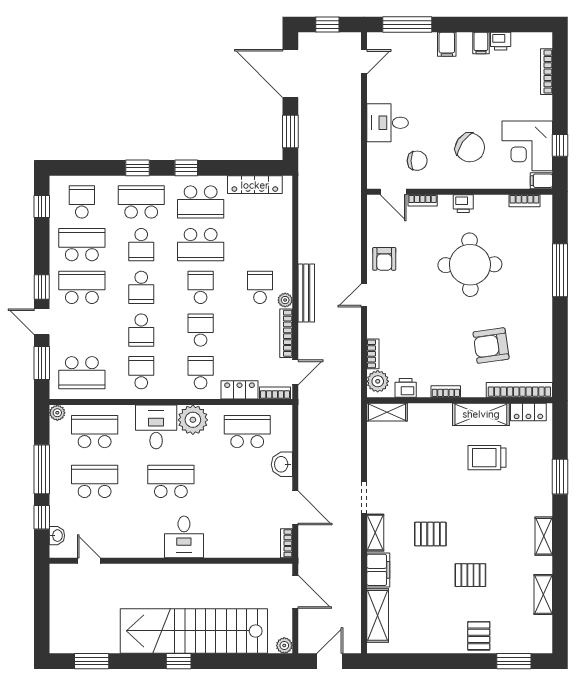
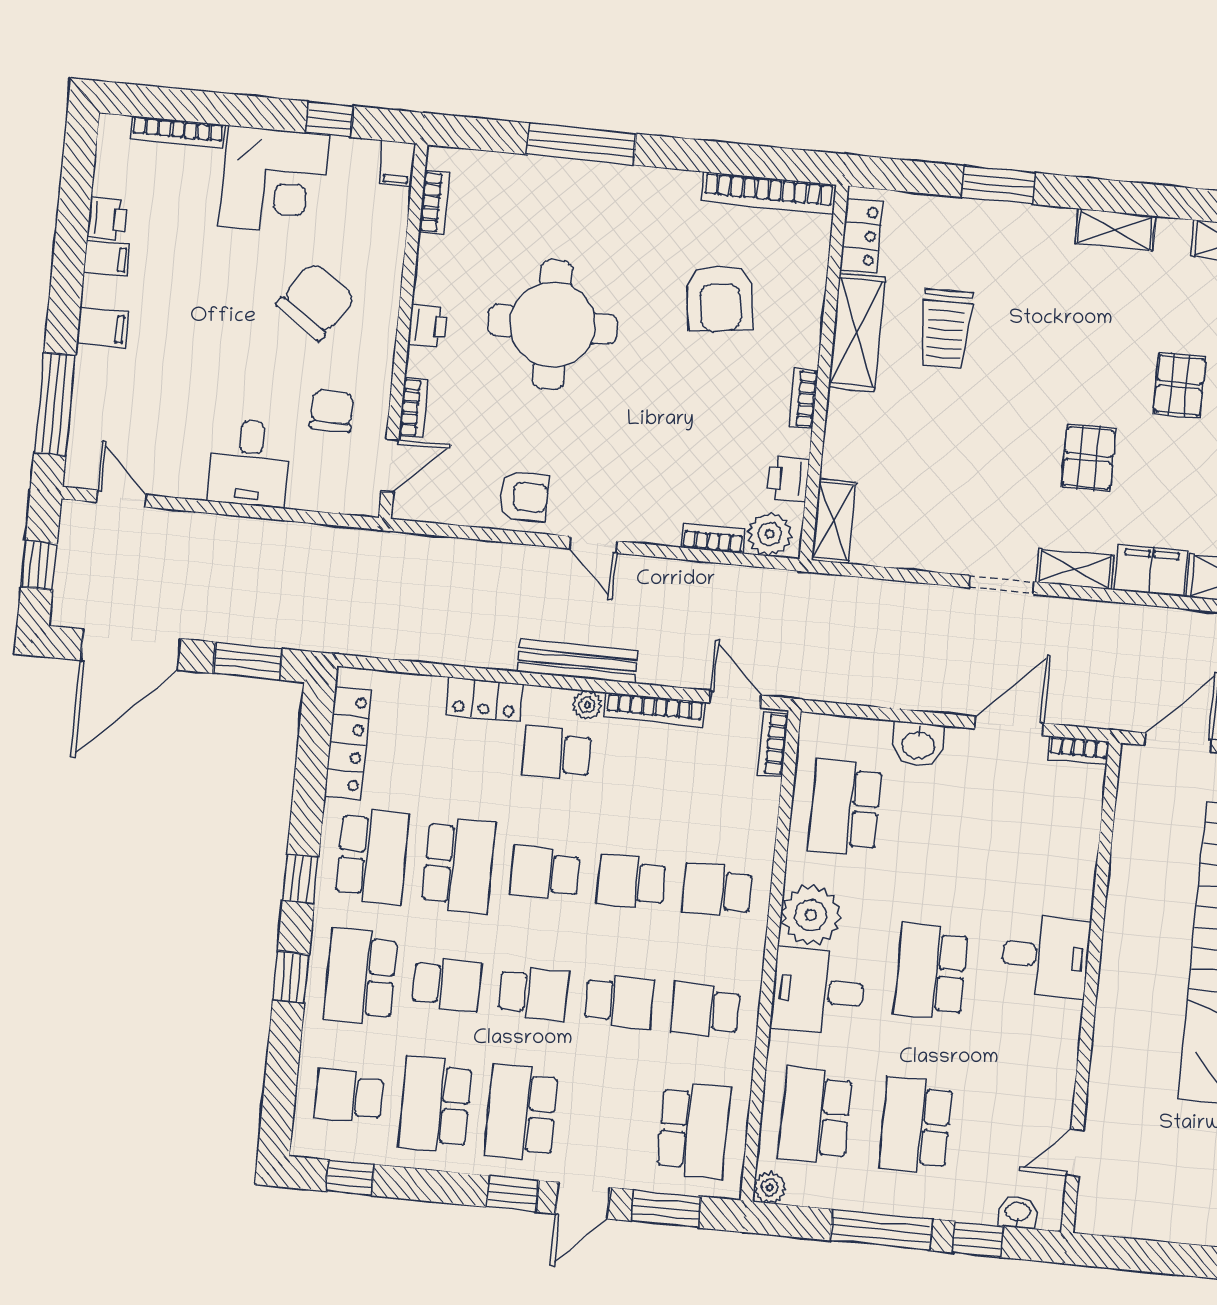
corner desk: (527, 146) -> (274, 181), moved
locker: (240, 390) -> (485, 699), moved, turned -90
bookcase: (519, 390) -> (769, 193), moved, turned -90

